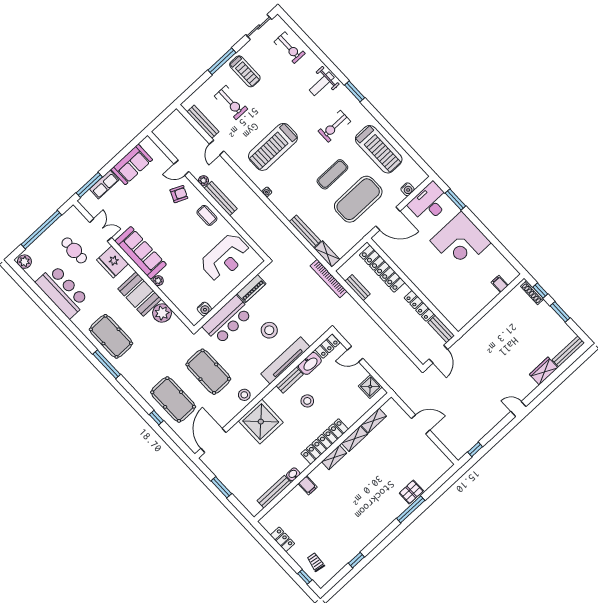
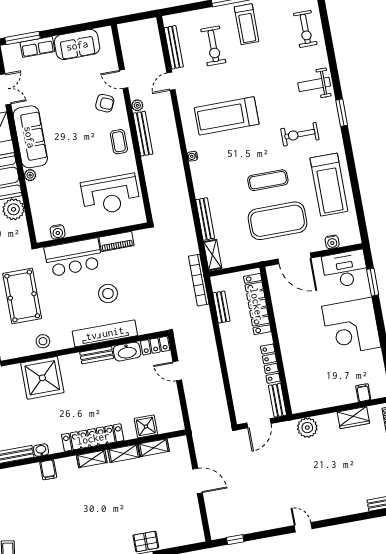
plant: (475, 335) -> (307, 428), added
wardrobe: (544, 371) -> (353, 418), moved, turned 180
shower: (370, 387) -> (146, 426), moved
stool: (307, 401) -> (101, 387), removed

